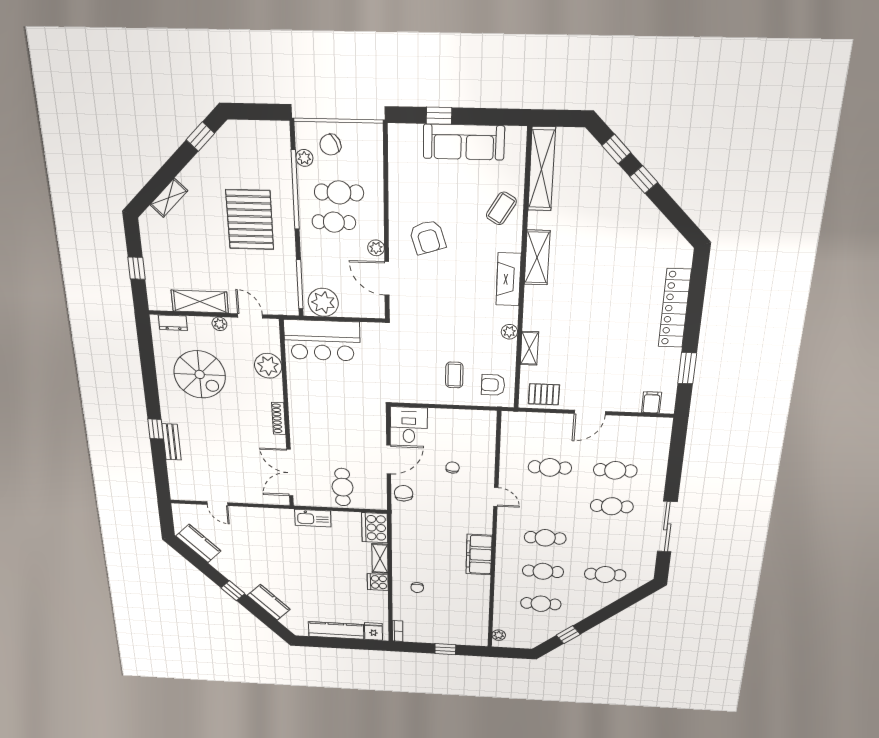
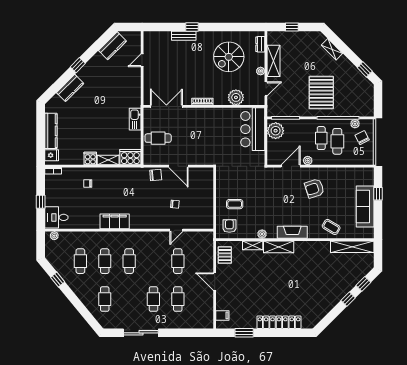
pallet: (250, 220) -> (321, 93), turned 90
shelving: (537, 258) -> (279, 247), moved
desk: (409, 425) -> (56, 217), moved, turned 180
door: (496, 497) -> (176, 230), moved

